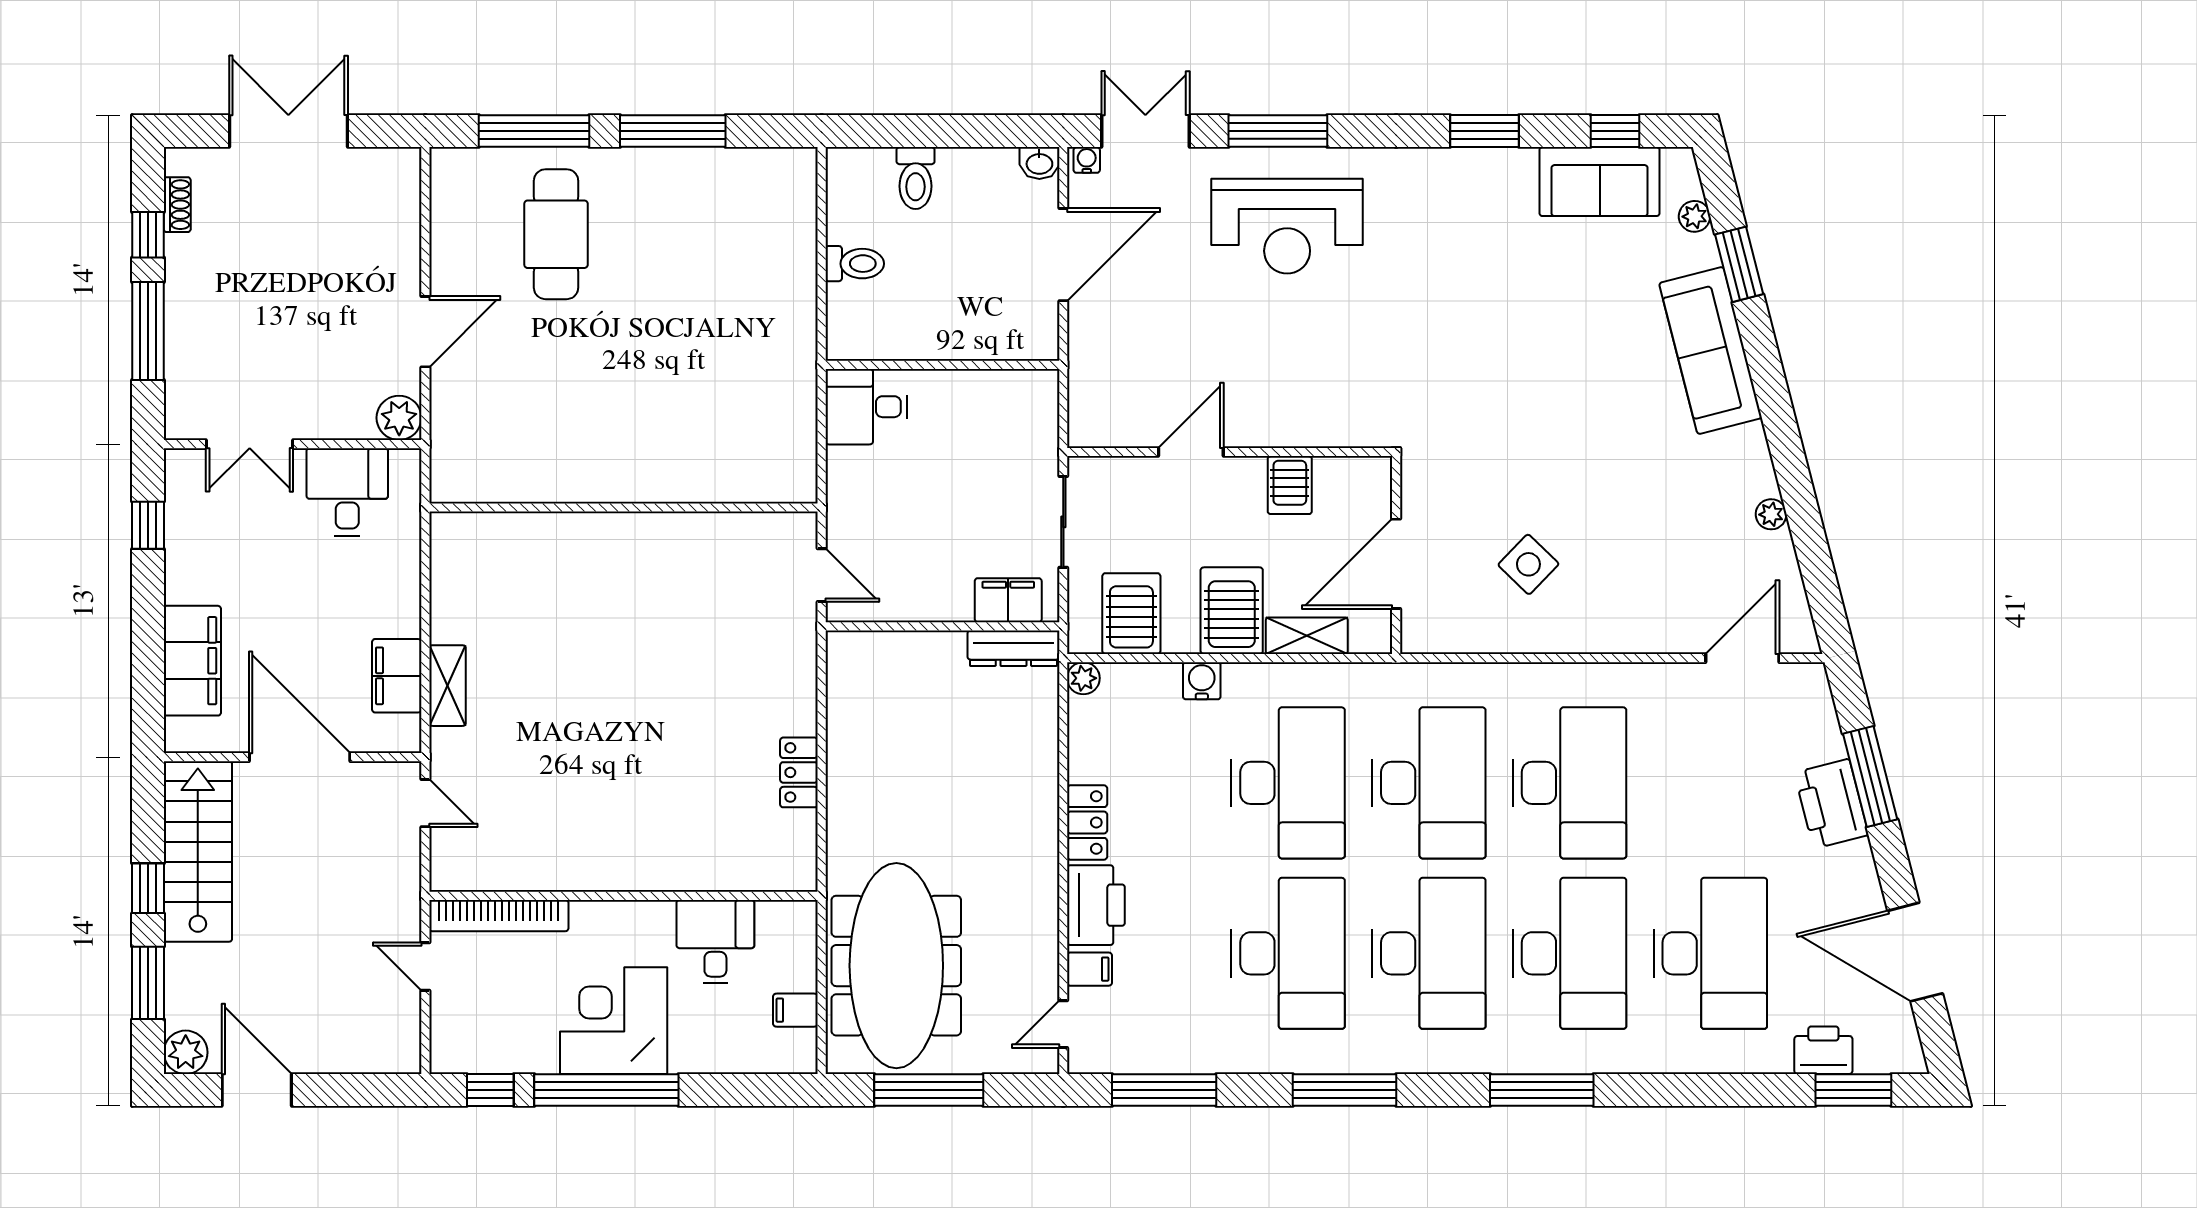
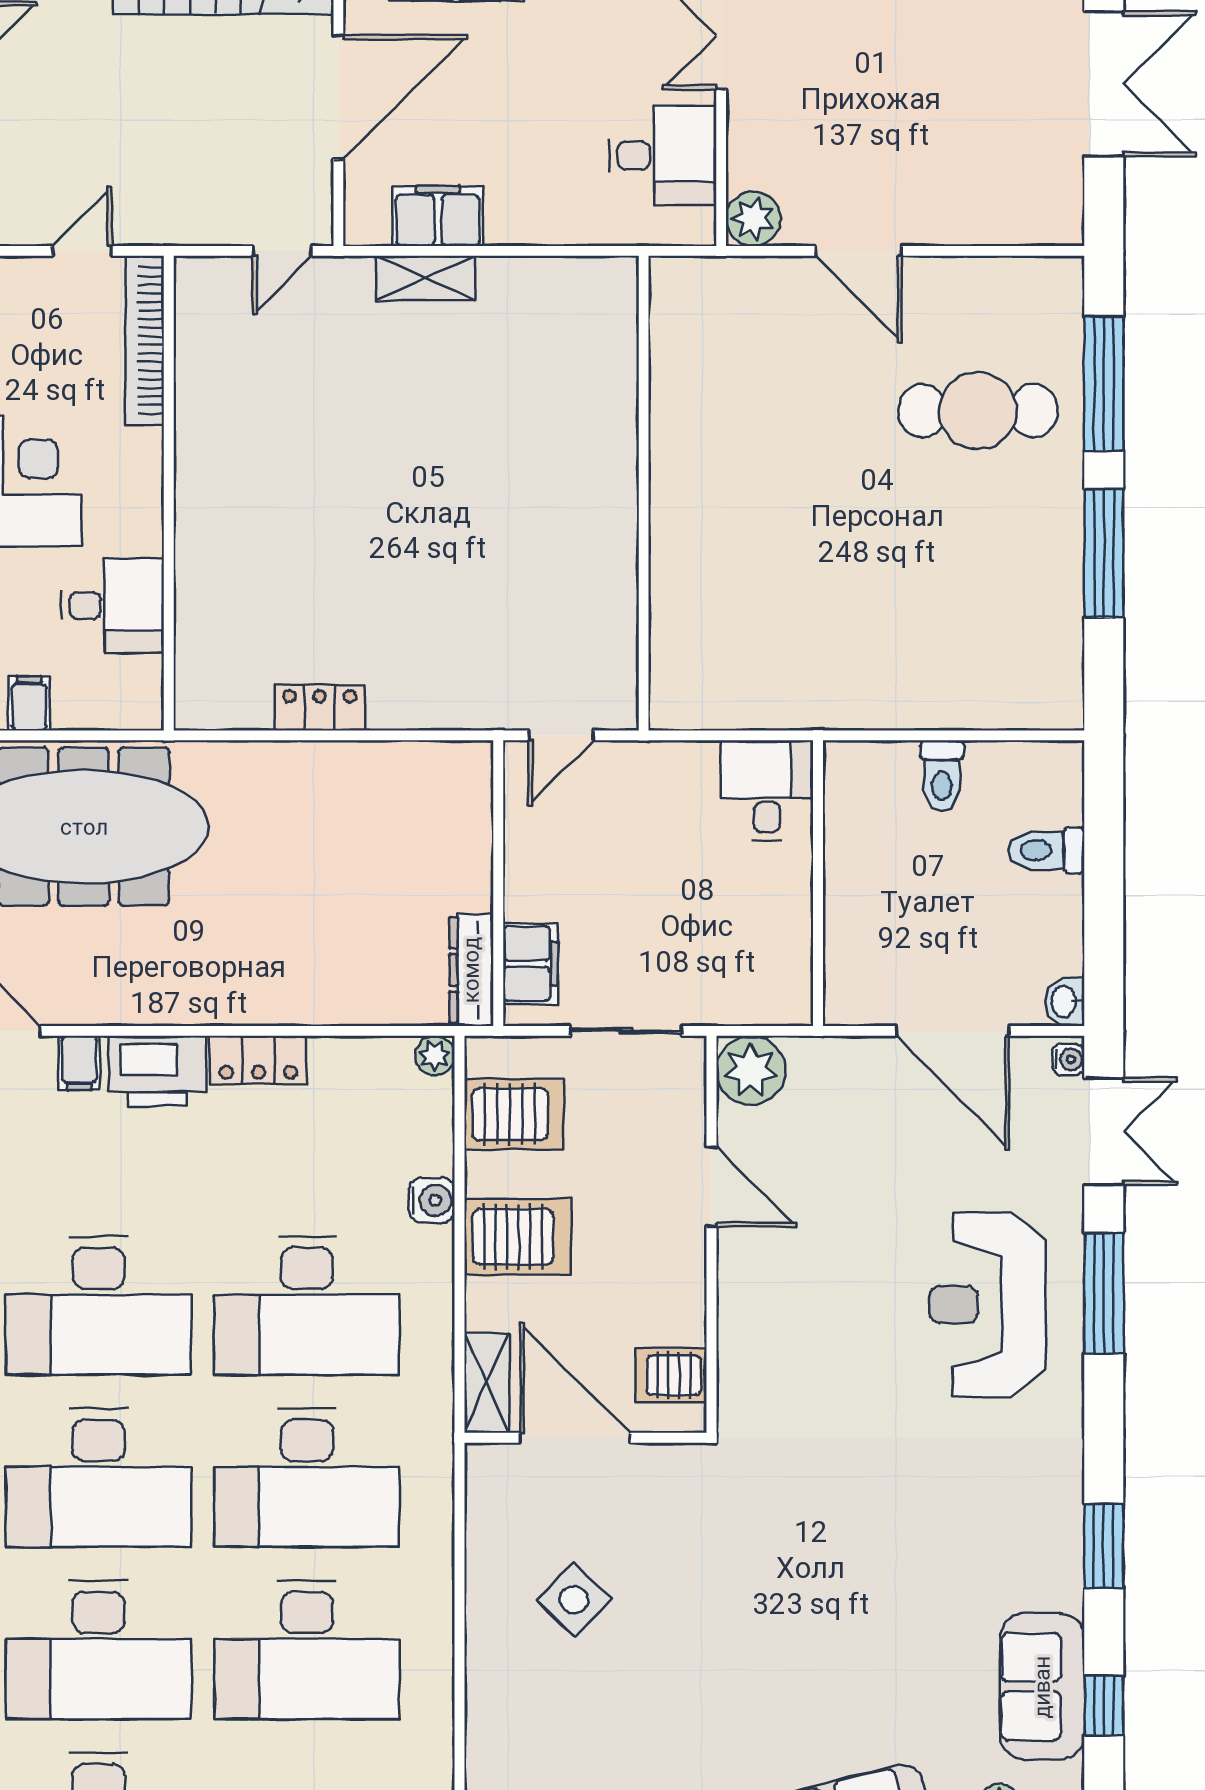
plant: (1095, 420) -> (751, 1070), added
server rack: (1290, 485) -> (671, 1375), moved
shelving: (1307, 636) -> (487, 1383), moved

